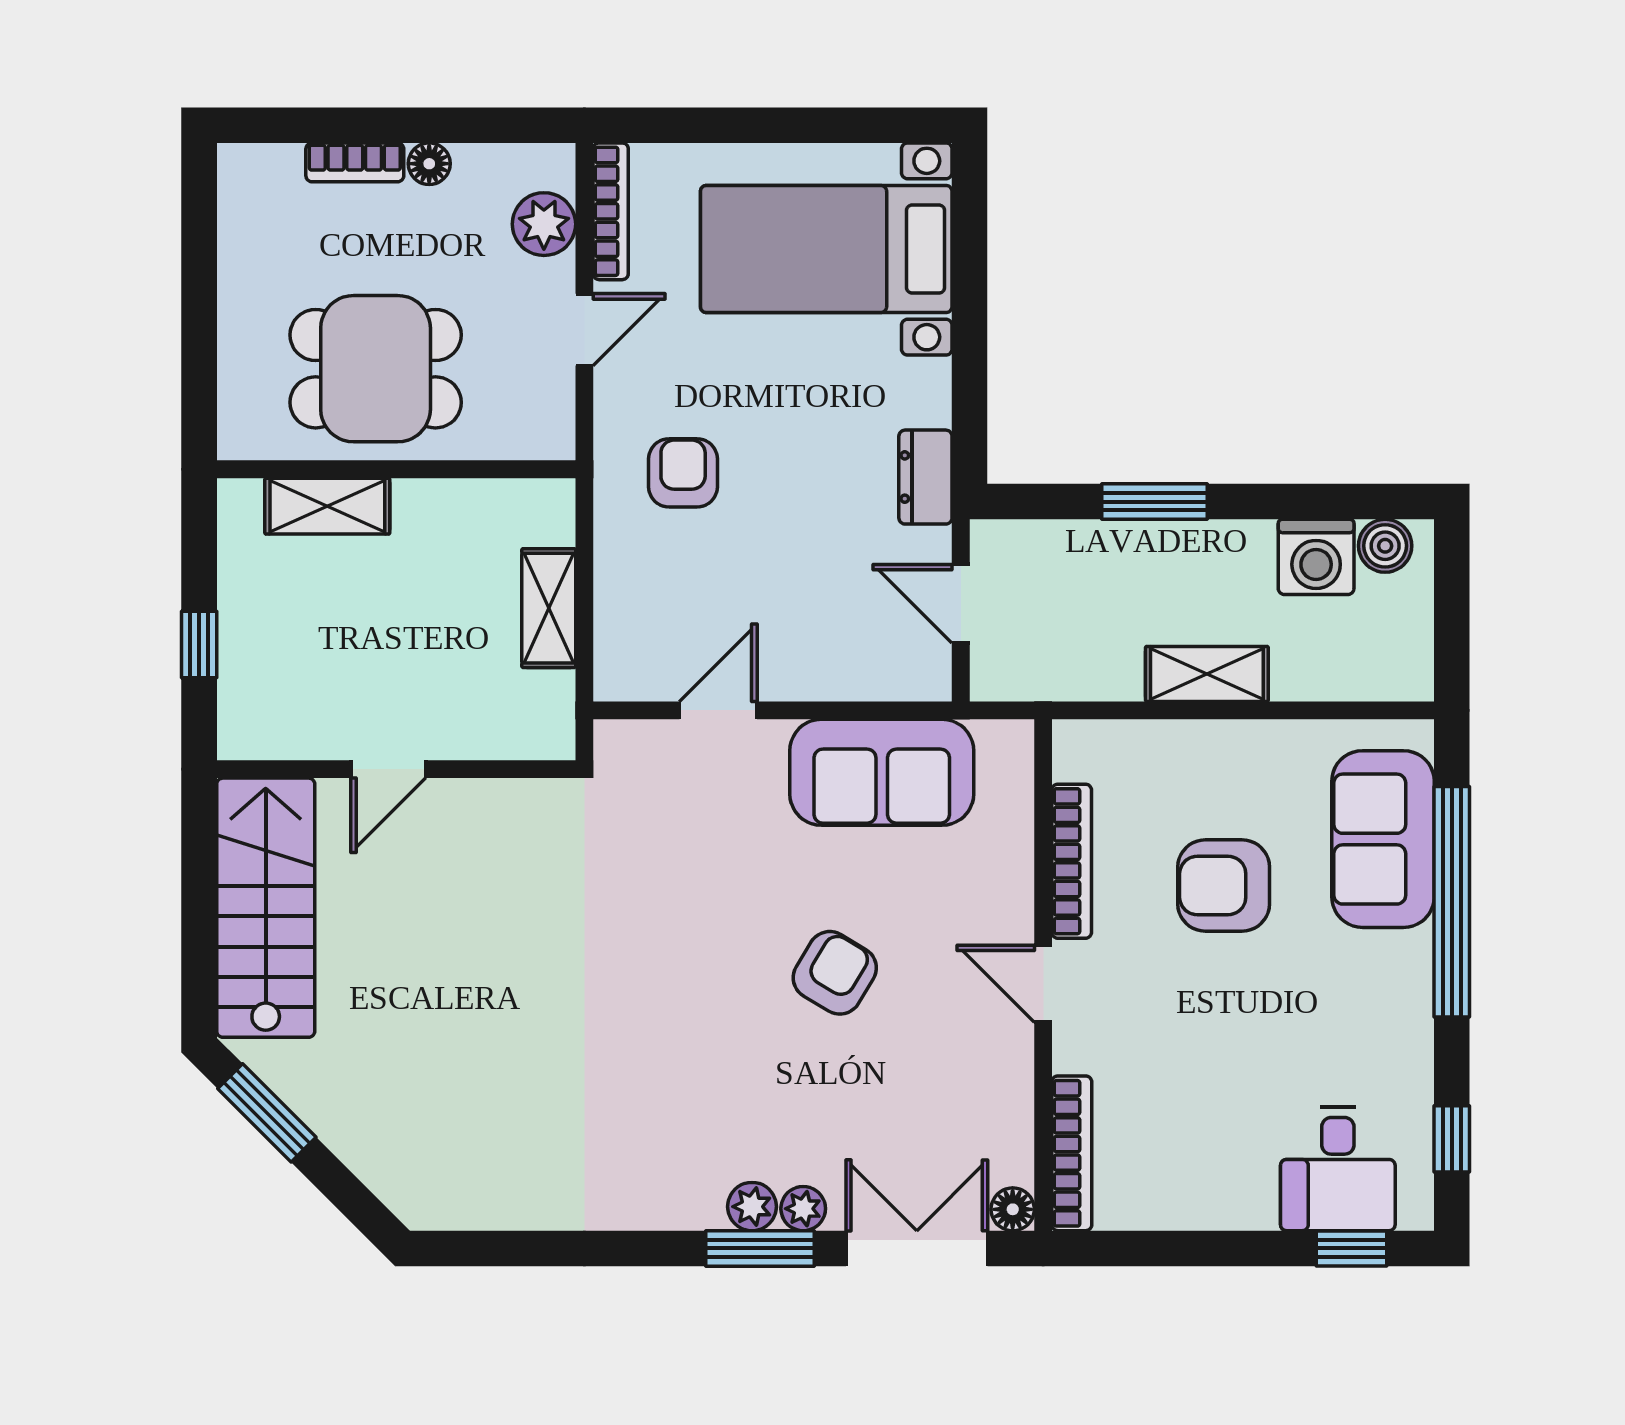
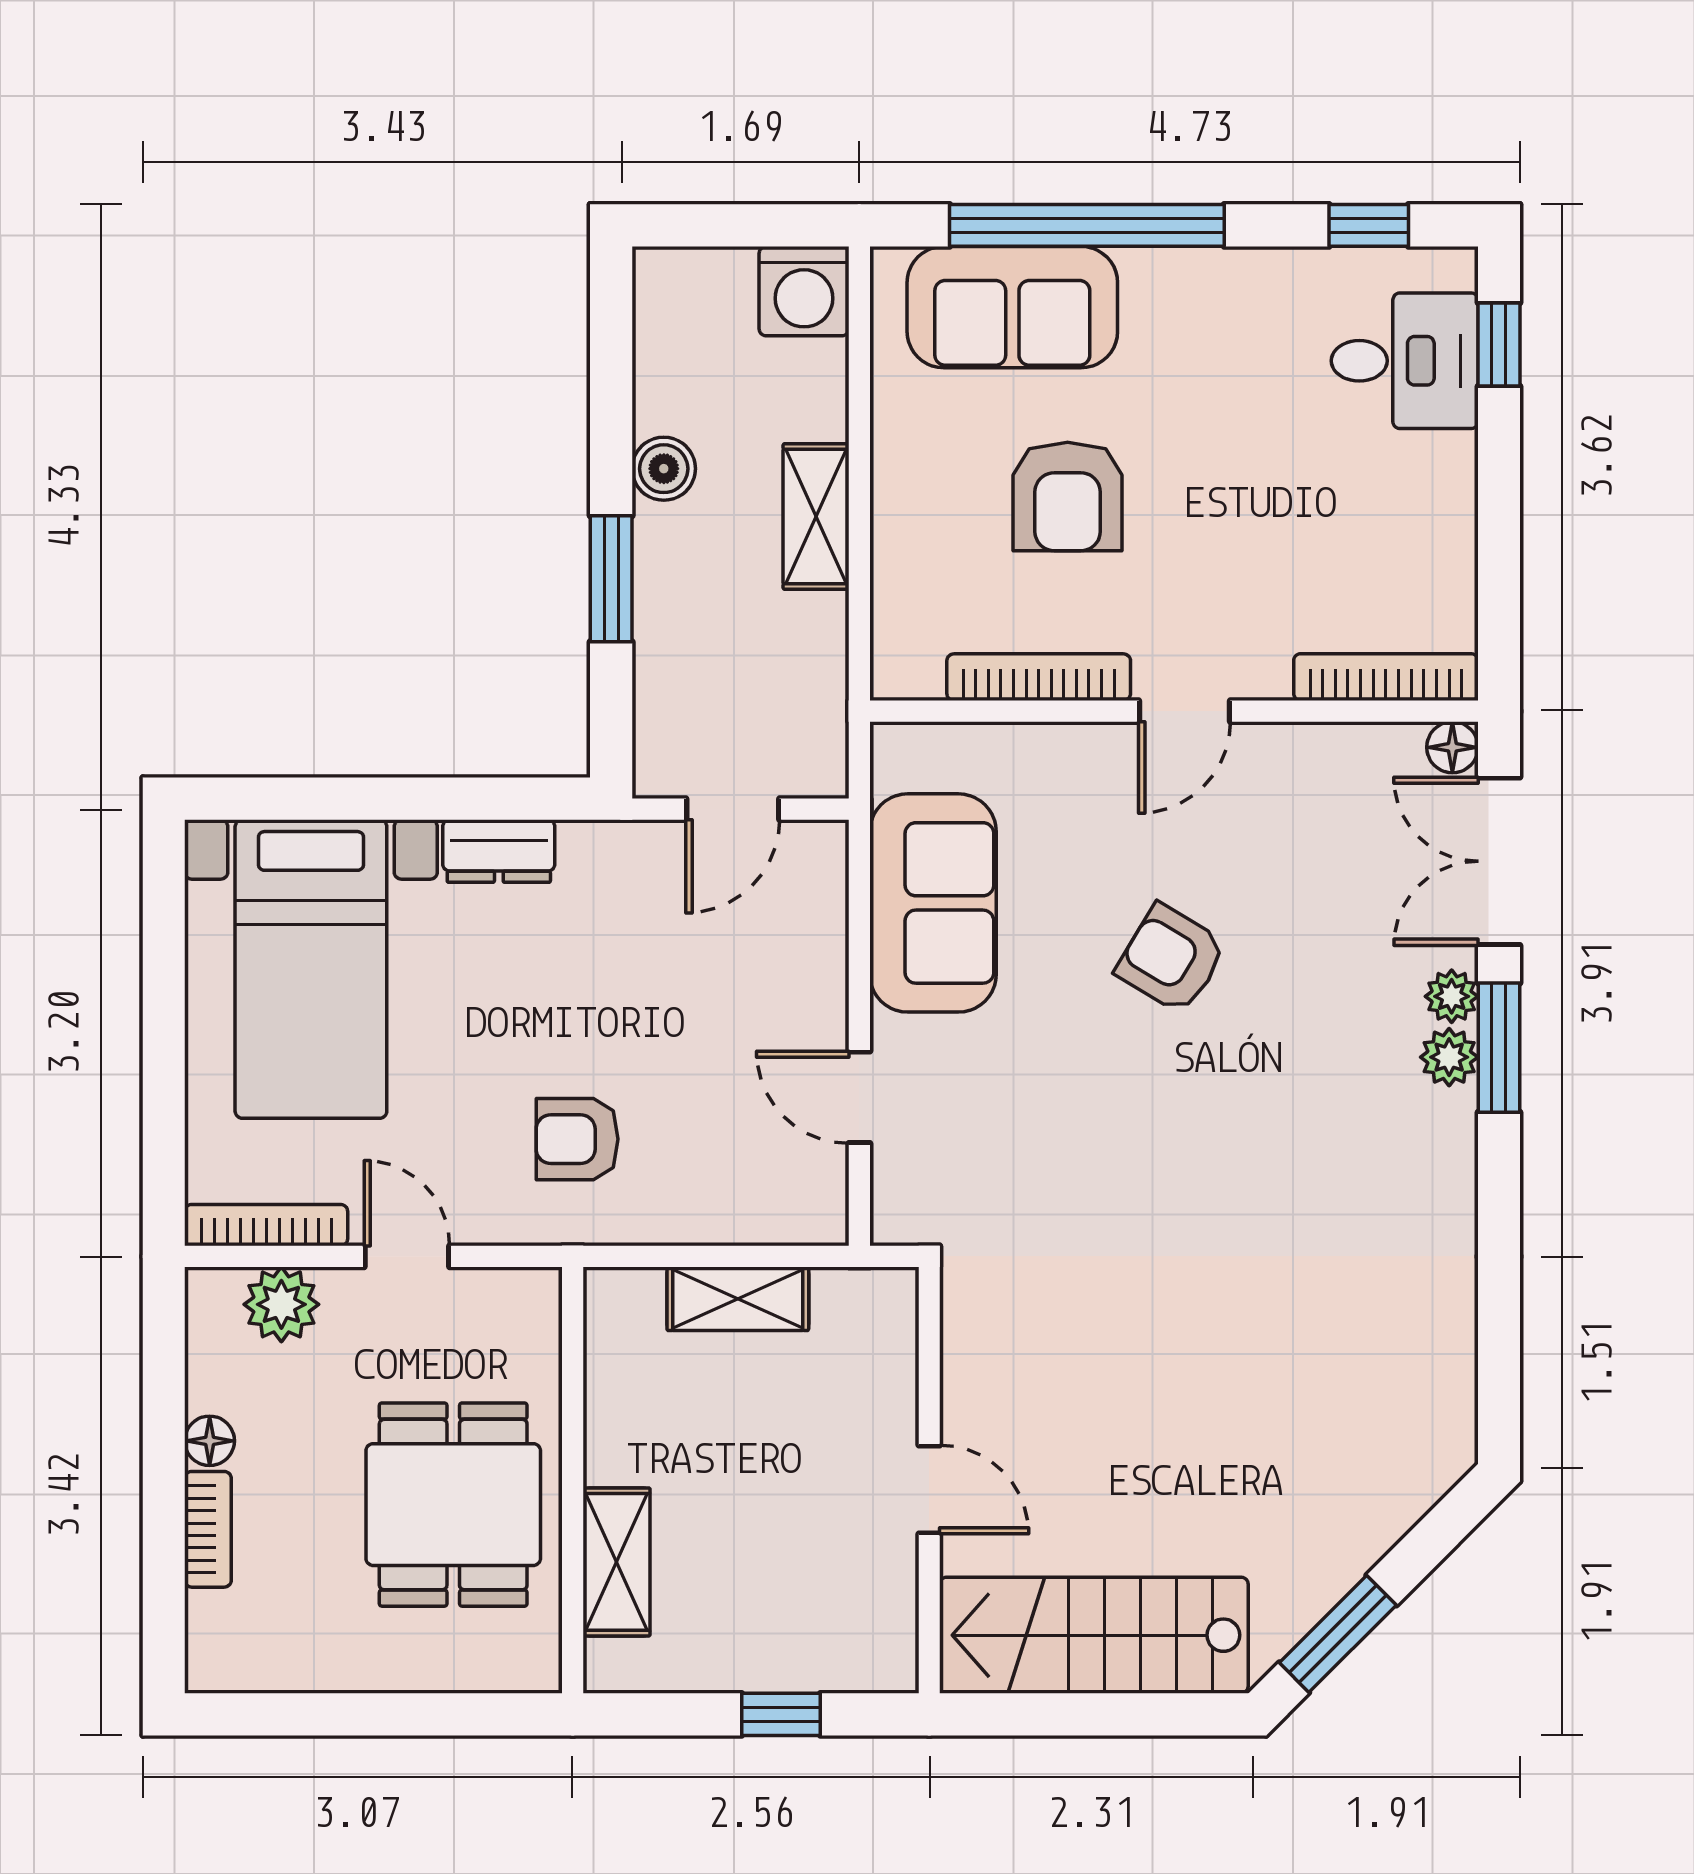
dresser: (925, 477) -> (499, 851), moved
boiler: (1385, 546) -> (664, 469), moved
washing machine: (1316, 557) -> (804, 291), moved, turned 90

